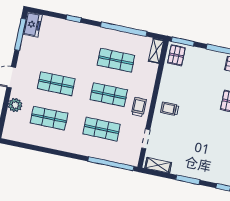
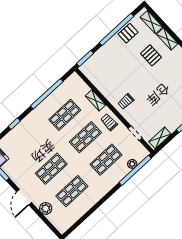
shelving: (156, 51) -> (95, 100), moved
pallet: (176, 55) -> (92, 70), removed
plant: (115, 157) -> (132, 164), added

